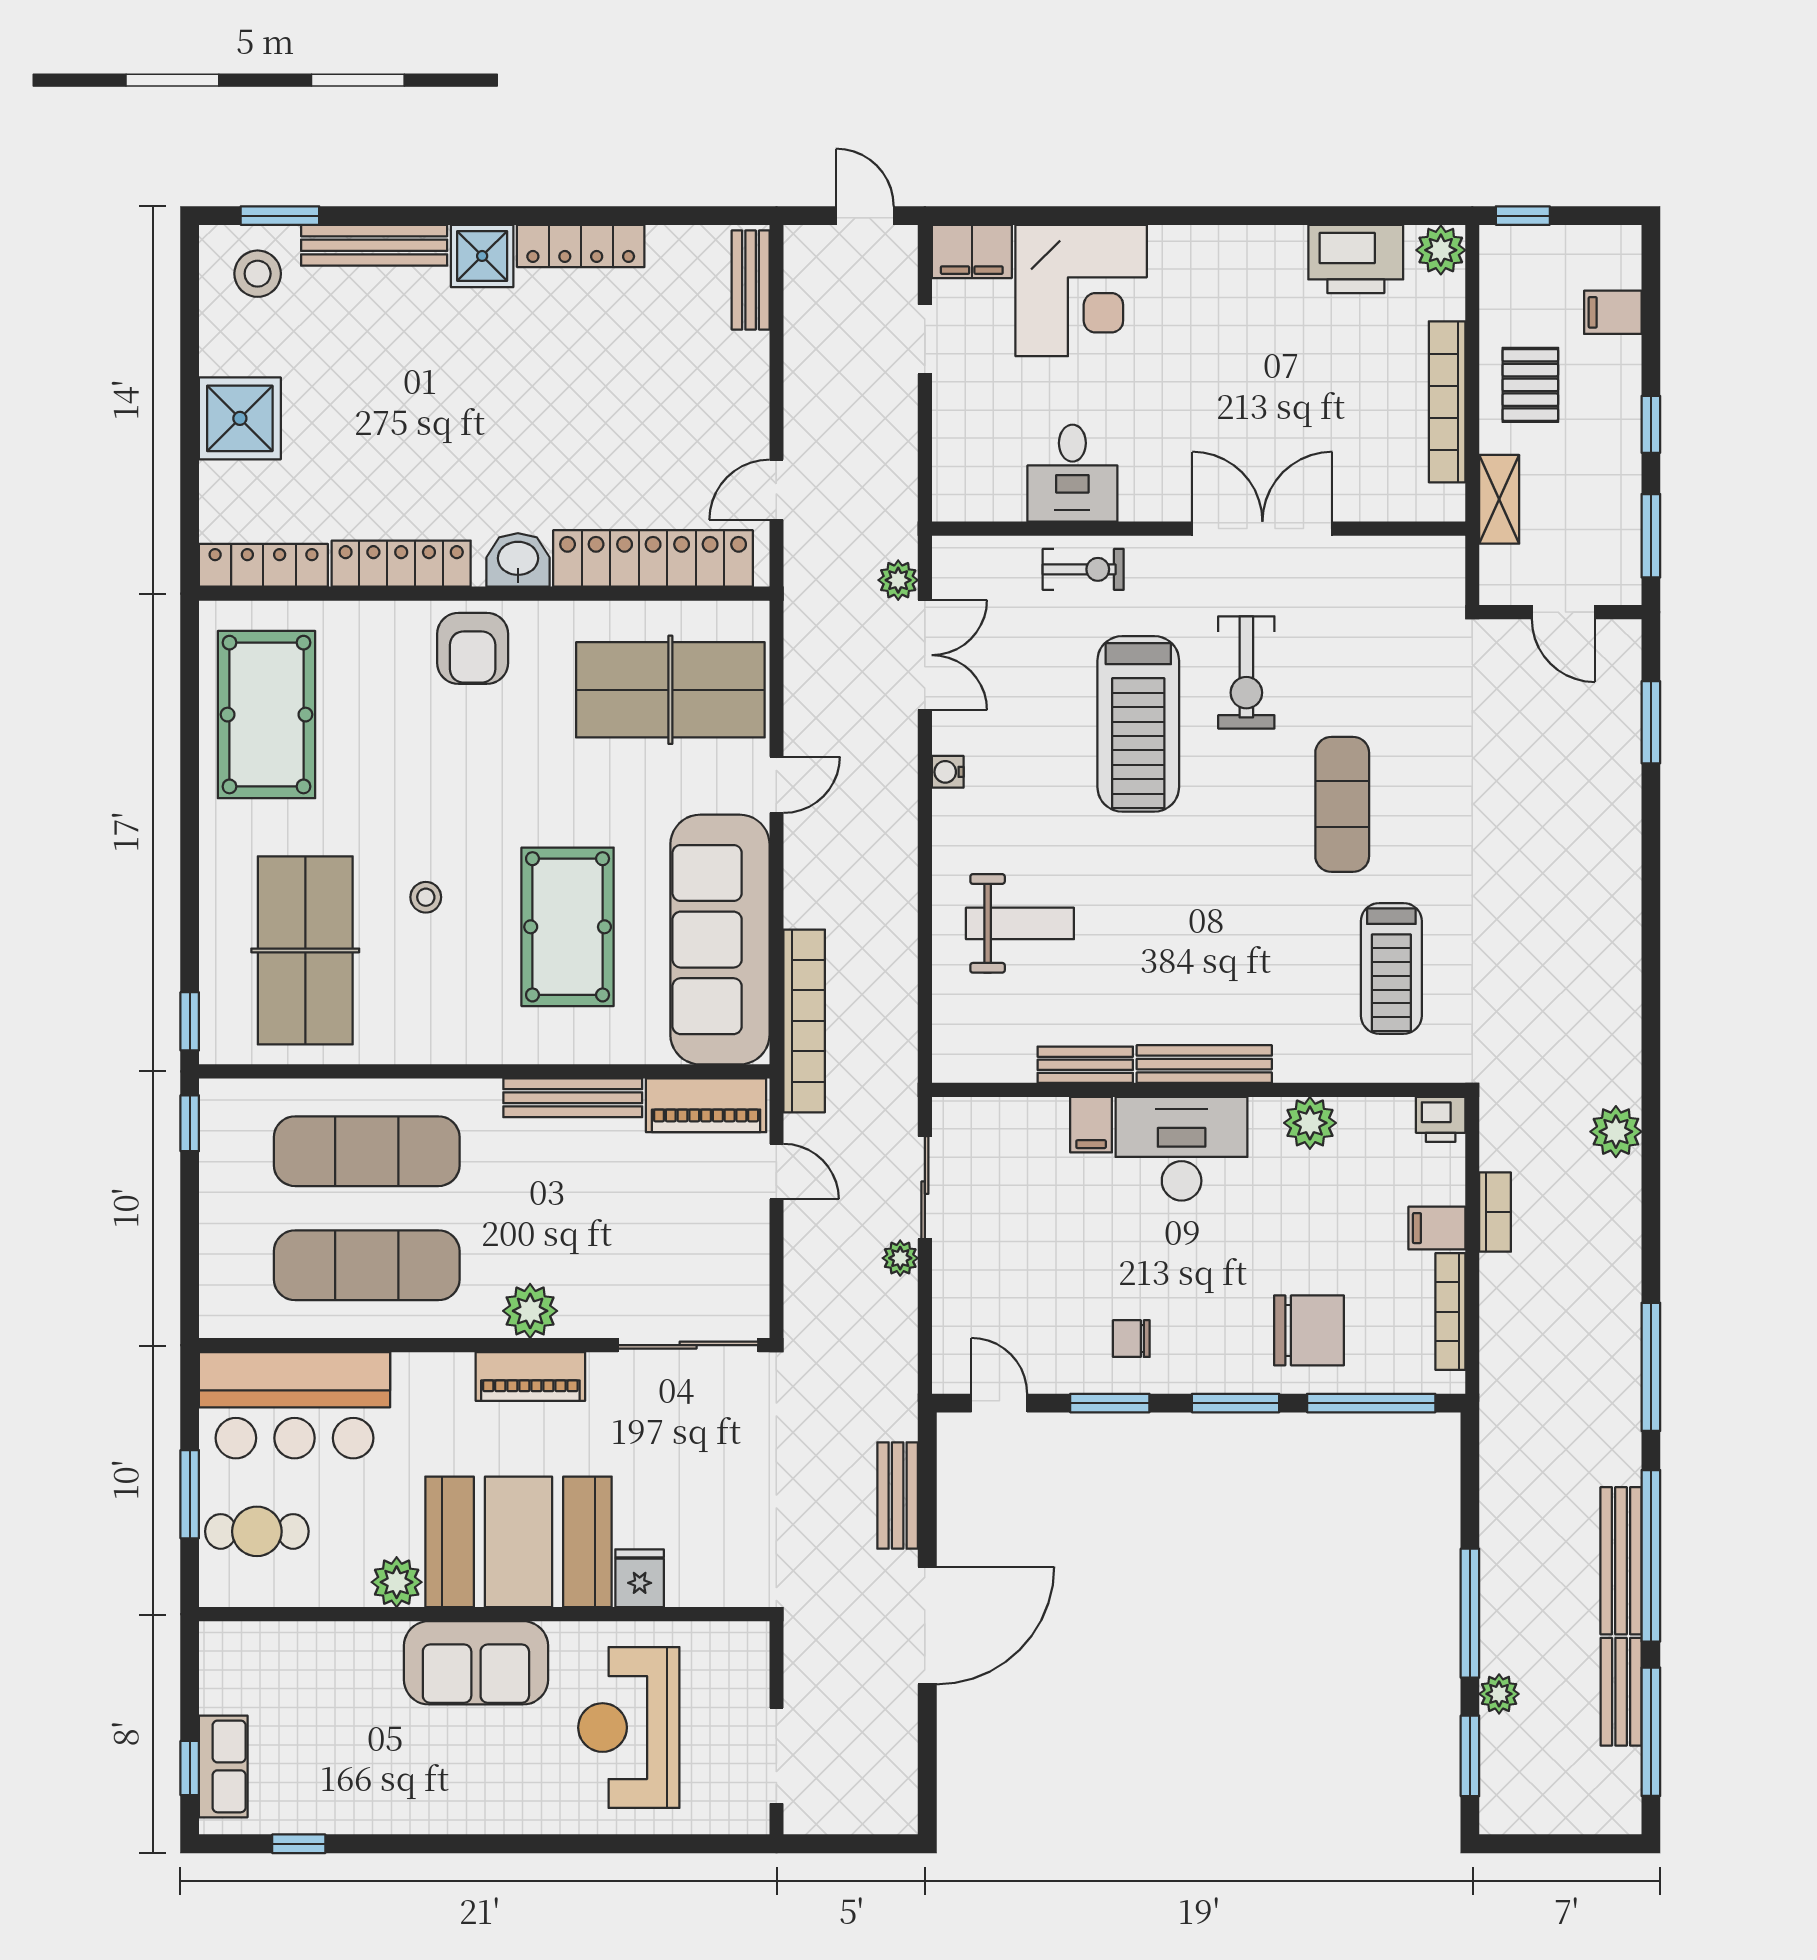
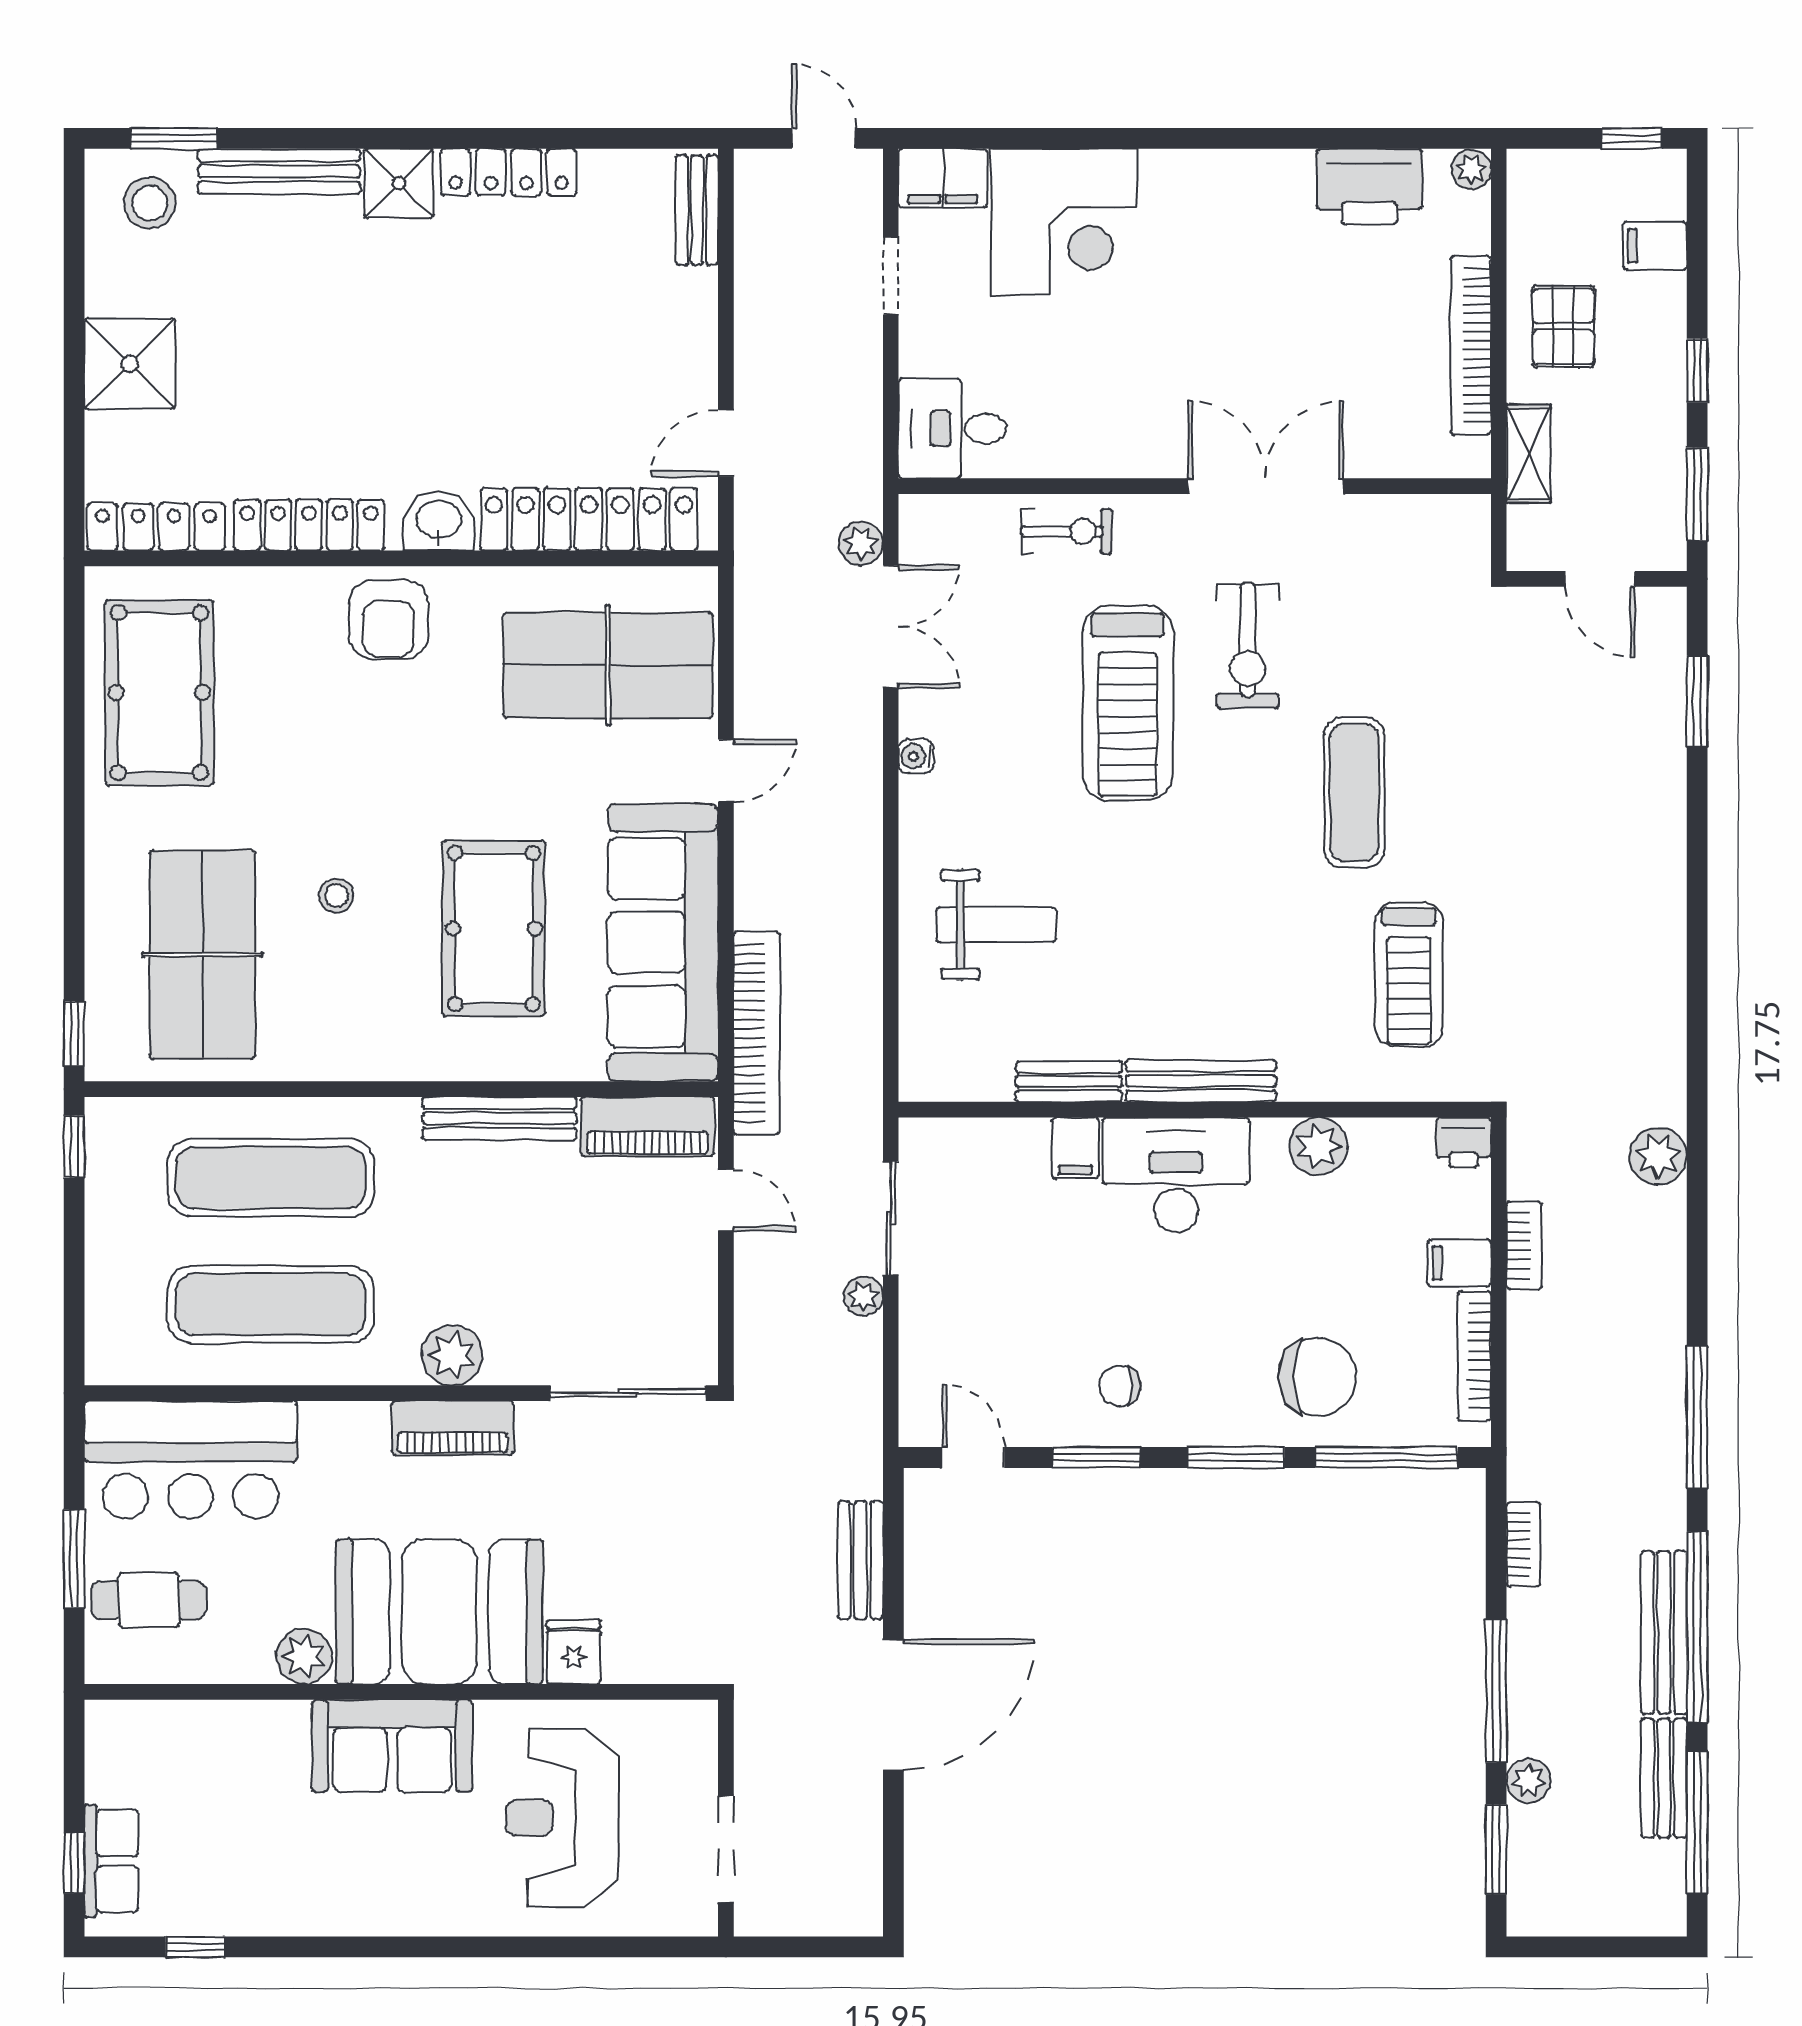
window: (1523, 216) -> (1632, 138), moved
plant: (1441, 250) -> (1471, 169), width x0.73, depth x0.73
desk: (1072, 473) -> (952, 429), moved, turned 90
bookcase: (1494, 1481) -> (1523, 1545), added

